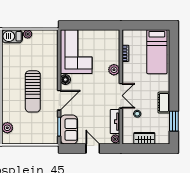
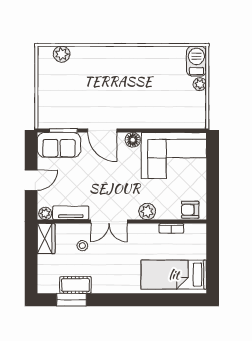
armchair: (113, 41) -> (190, 210), added
sun lounger: (33, 91) -> (115, 92), removed
cot: (164, 103) -> (75, 285), moved
wardrobe: (144, 138) -> (46, 239), moved

